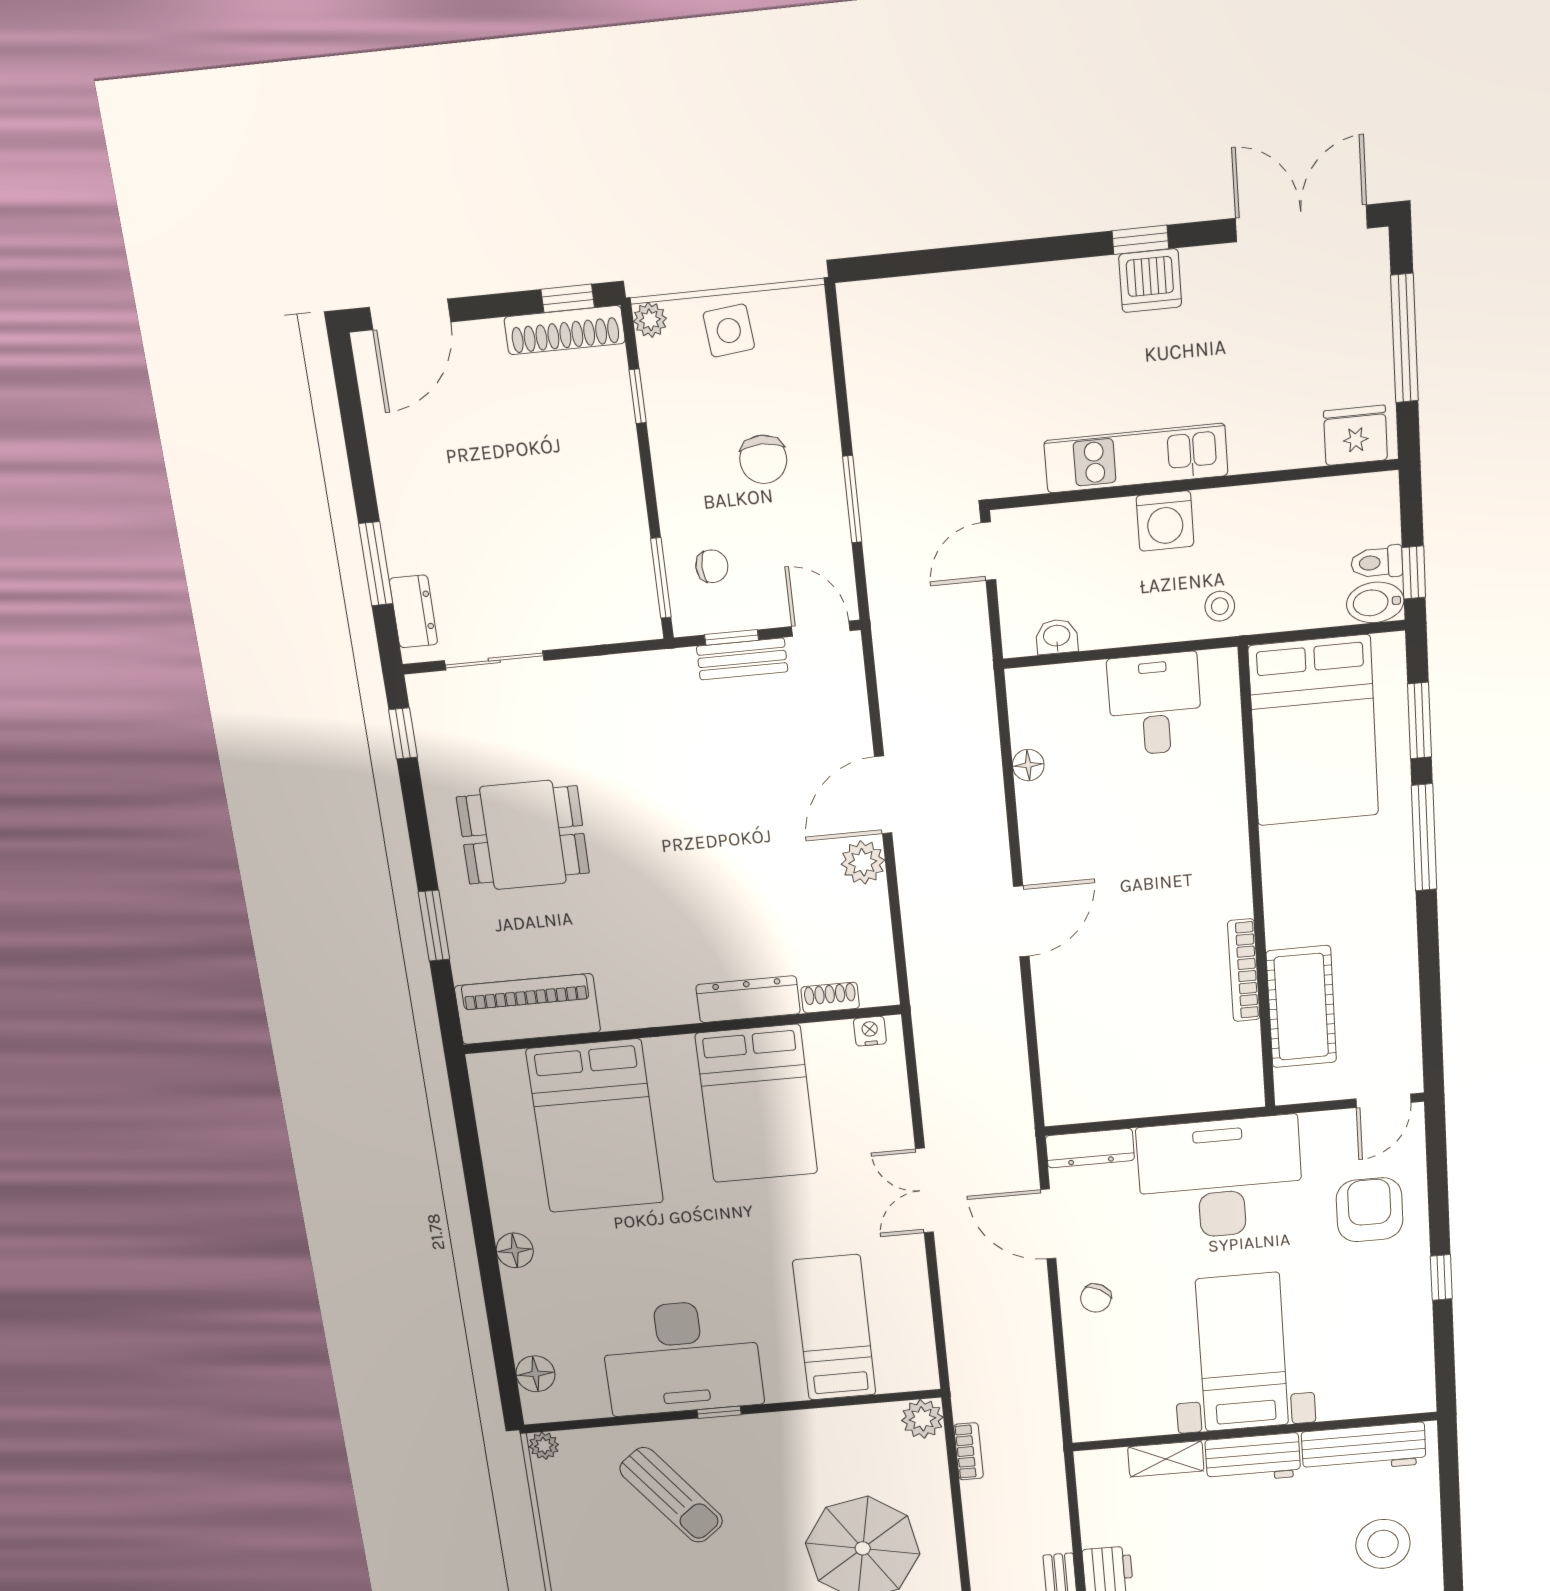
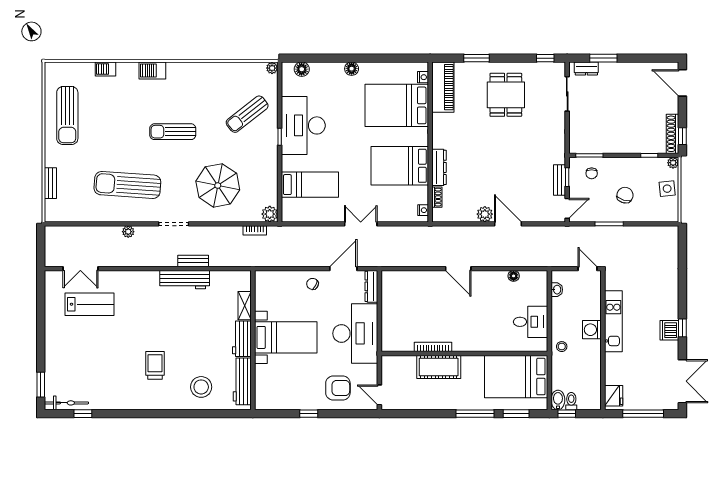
chair: (763, 459) -> (625, 195), turned 107
cot: (1301, 1007) -> (439, 367), moved
nightstand: (509, 1065) -> (423, 77), added

